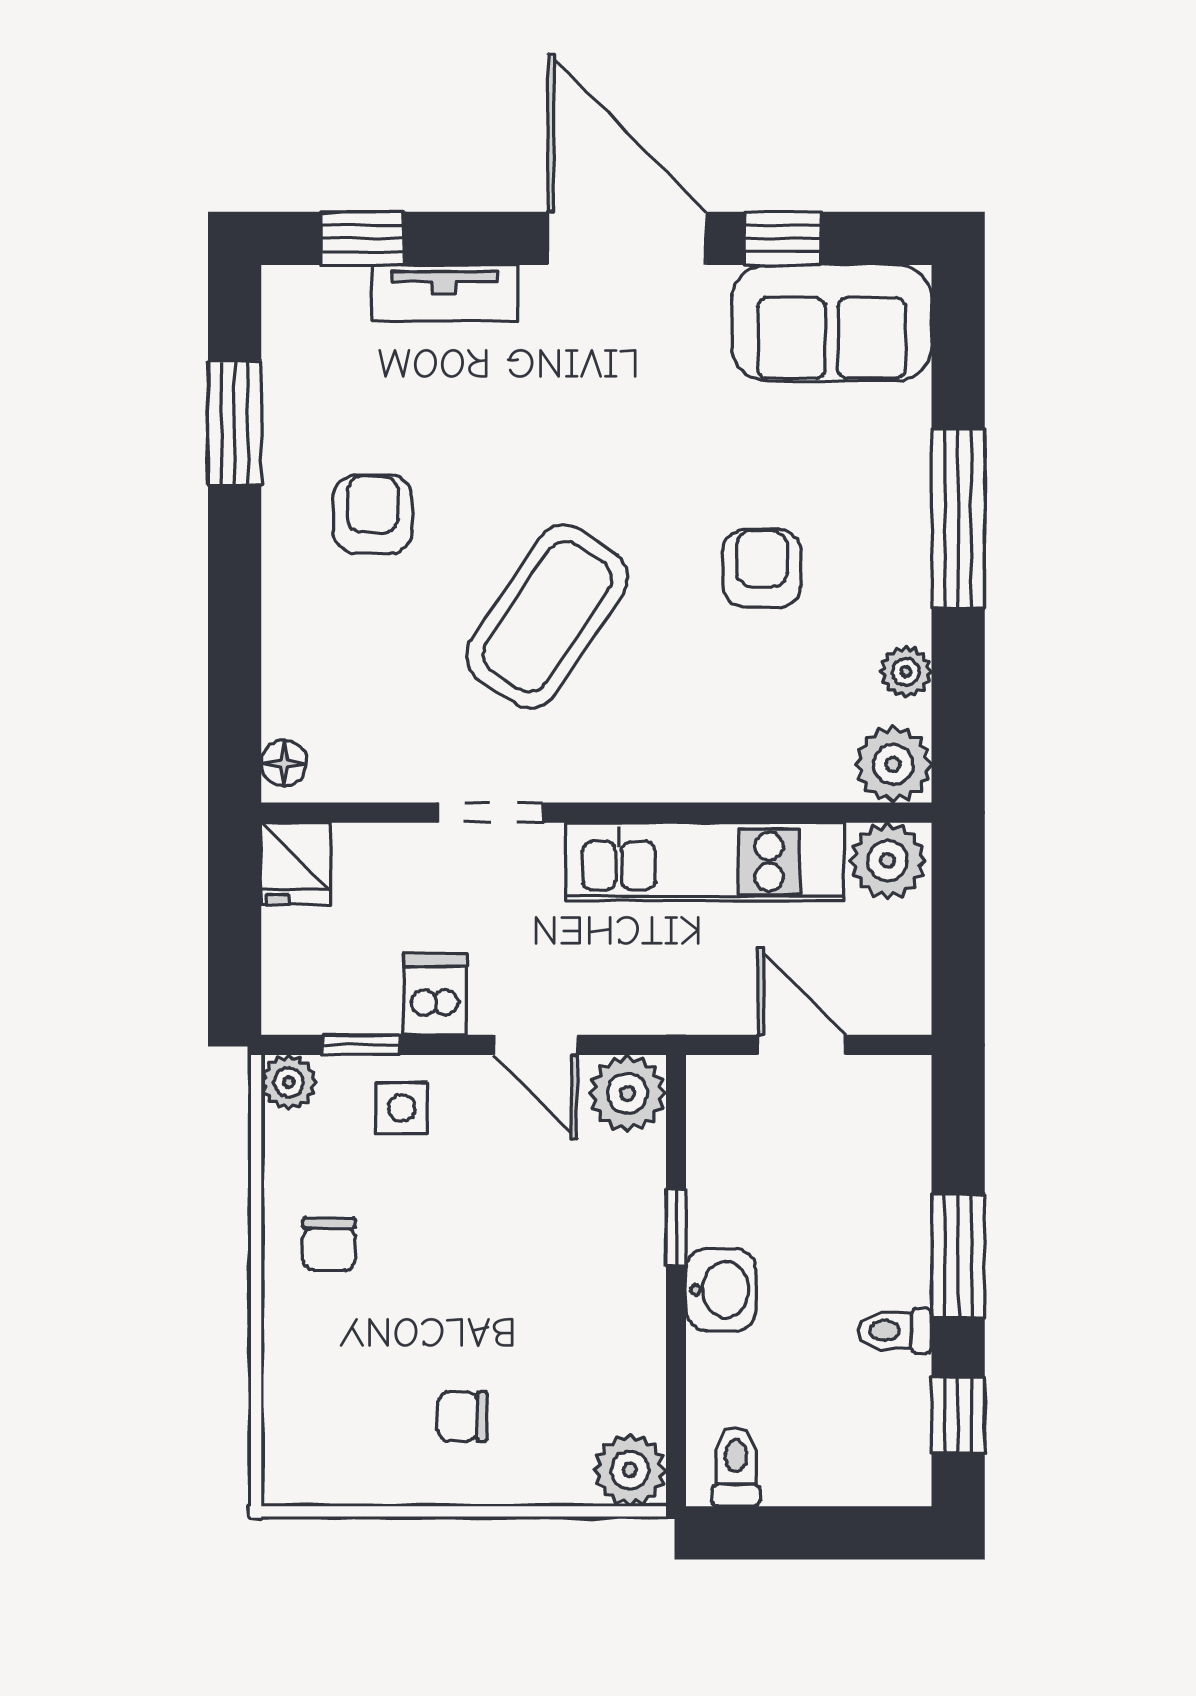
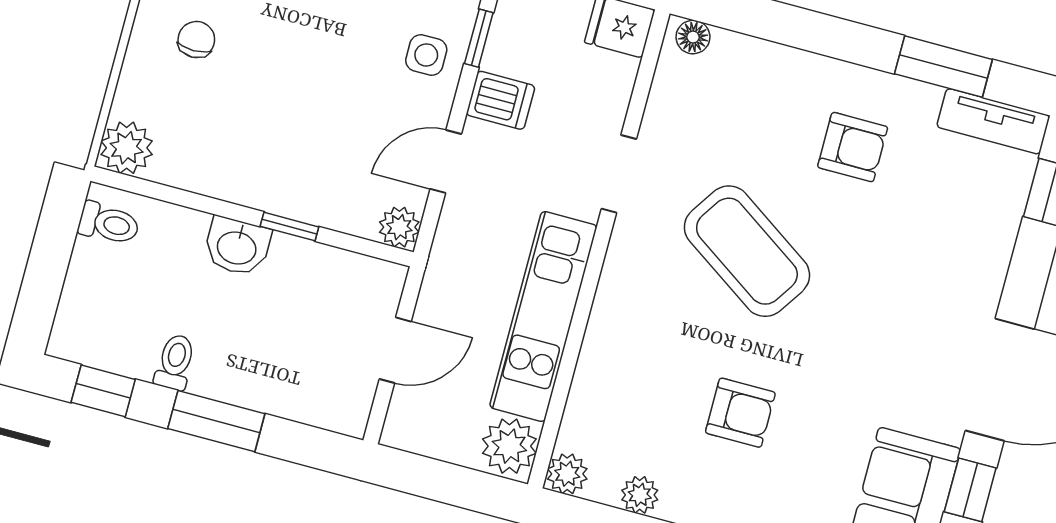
tv unit: (444, 293) -> (993, 121), moved, turned -90
plant: (893, 764) -> (567, 474), width x0.73, depth x0.73
plant: (628, 1093) -> (399, 227), width x0.73, depth x0.73

